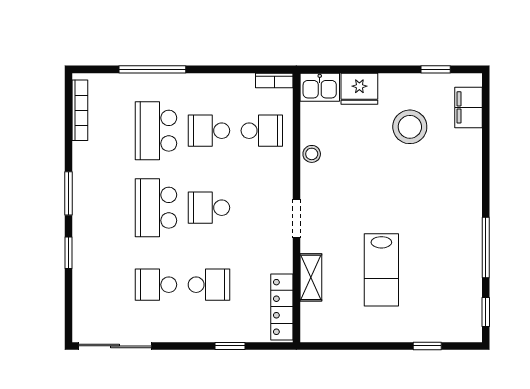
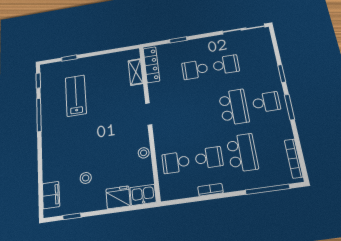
window: (152, 69) -> (268, 189), moved
bookcase: (274, 80) -> (210, 190), moved
stool: (410, 127) -> (86, 178), width x0.53, depth x0.53
school desk: (209, 208) -> (266, 102), moved
lab bench: (381, 270) -> (76, 96), moved
shelving: (311, 277) -> (136, 72), moved

